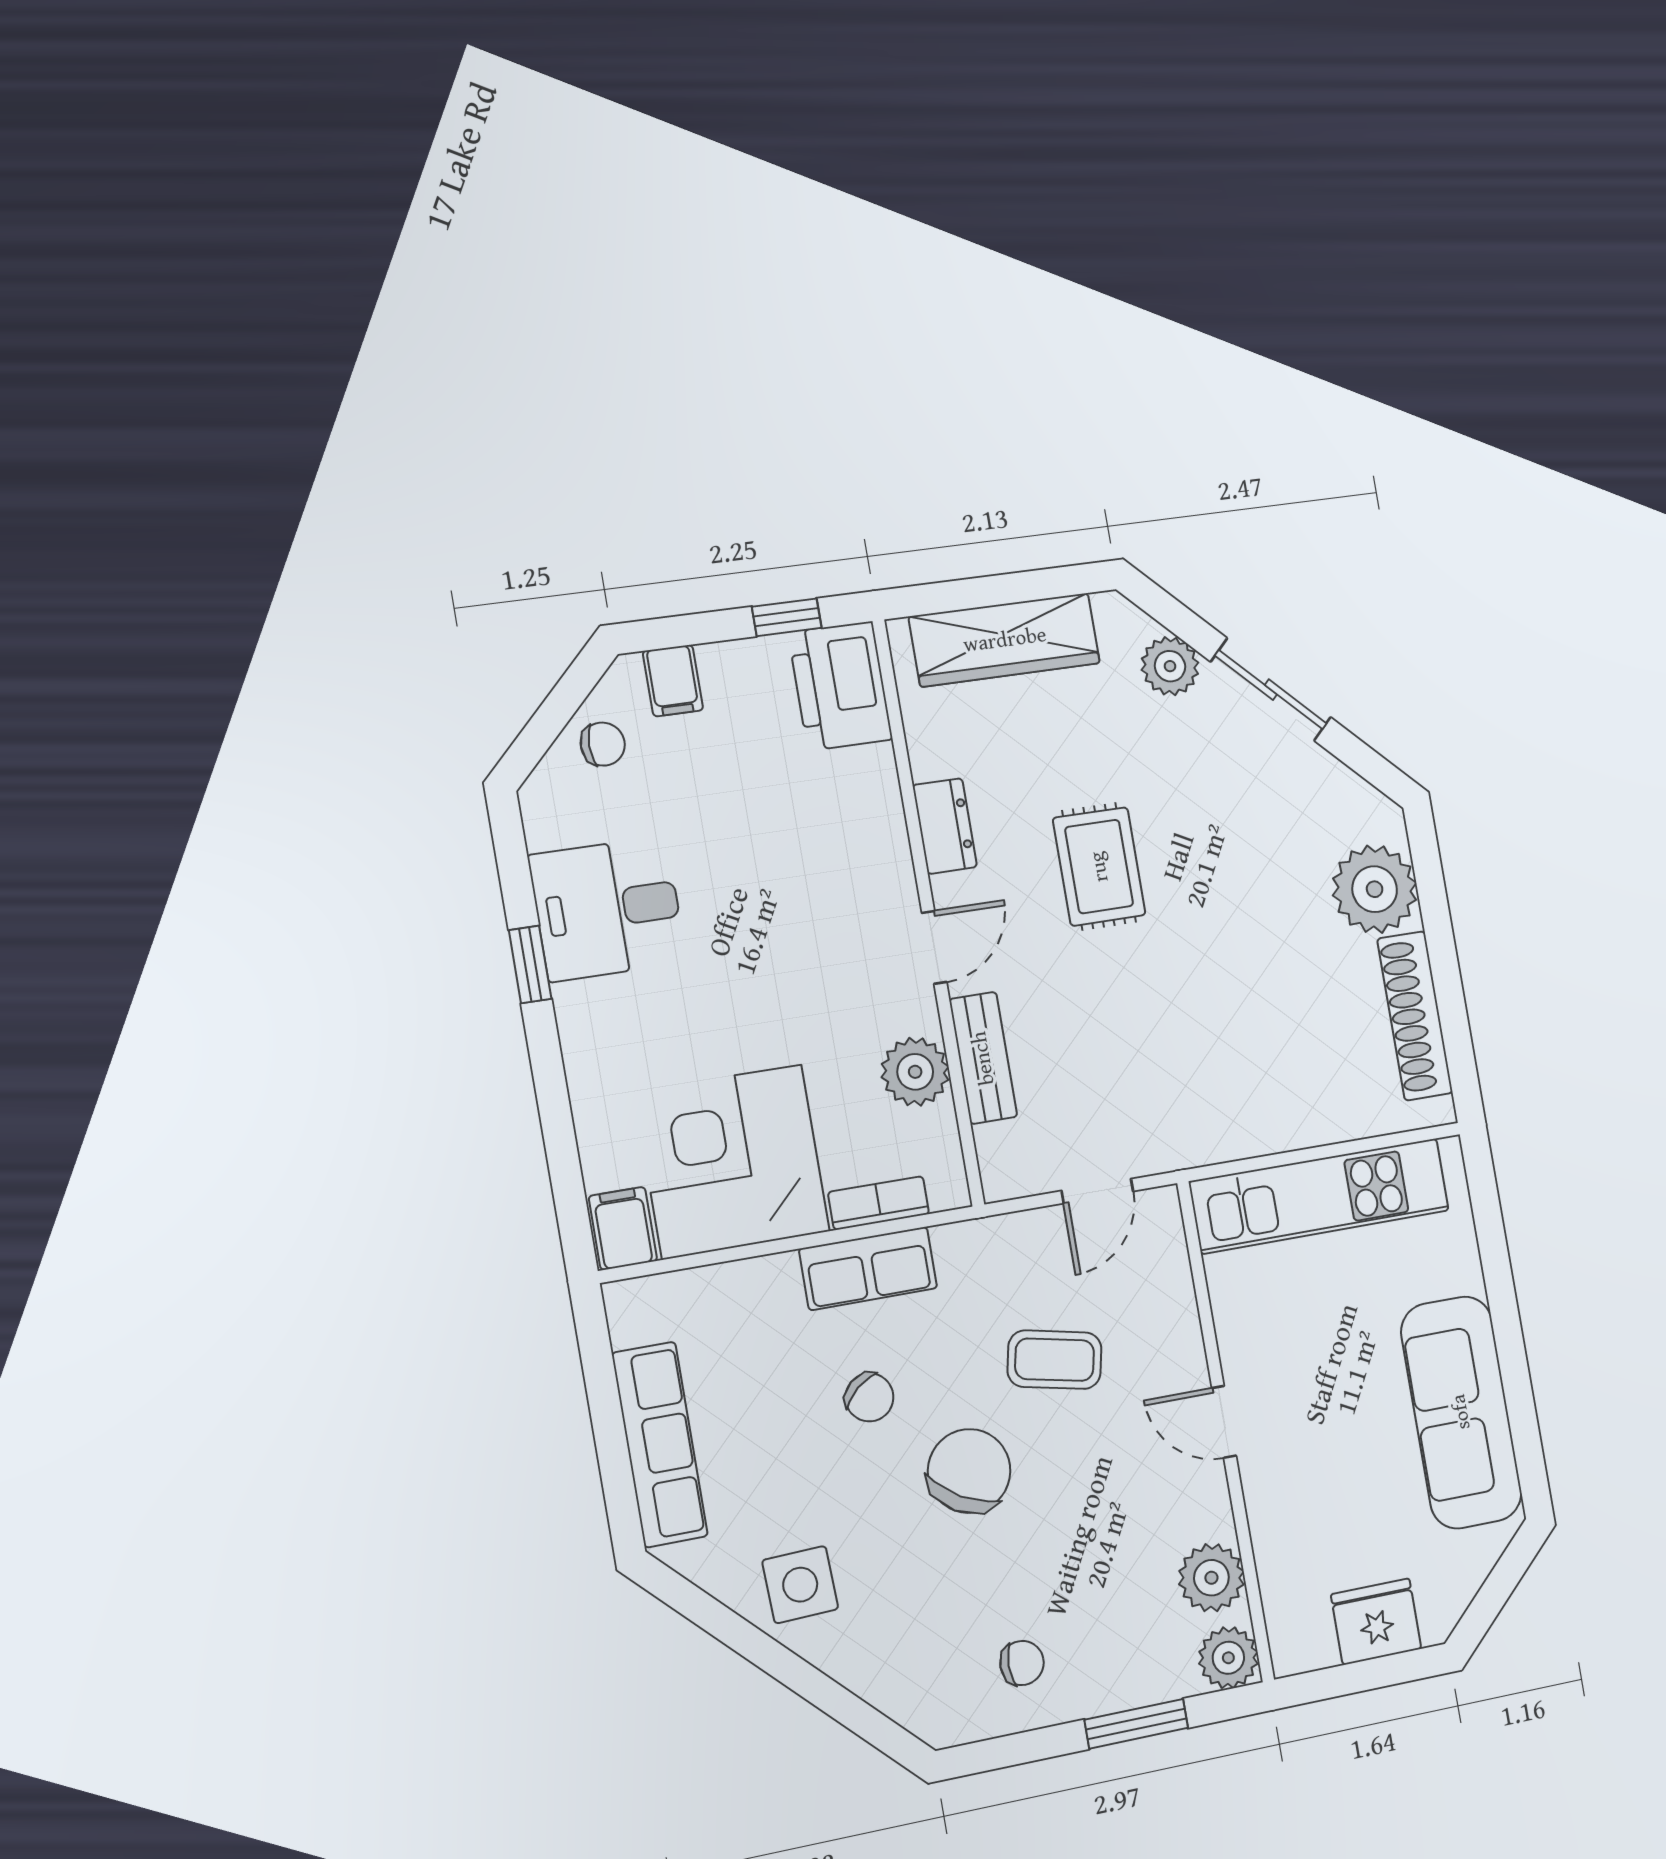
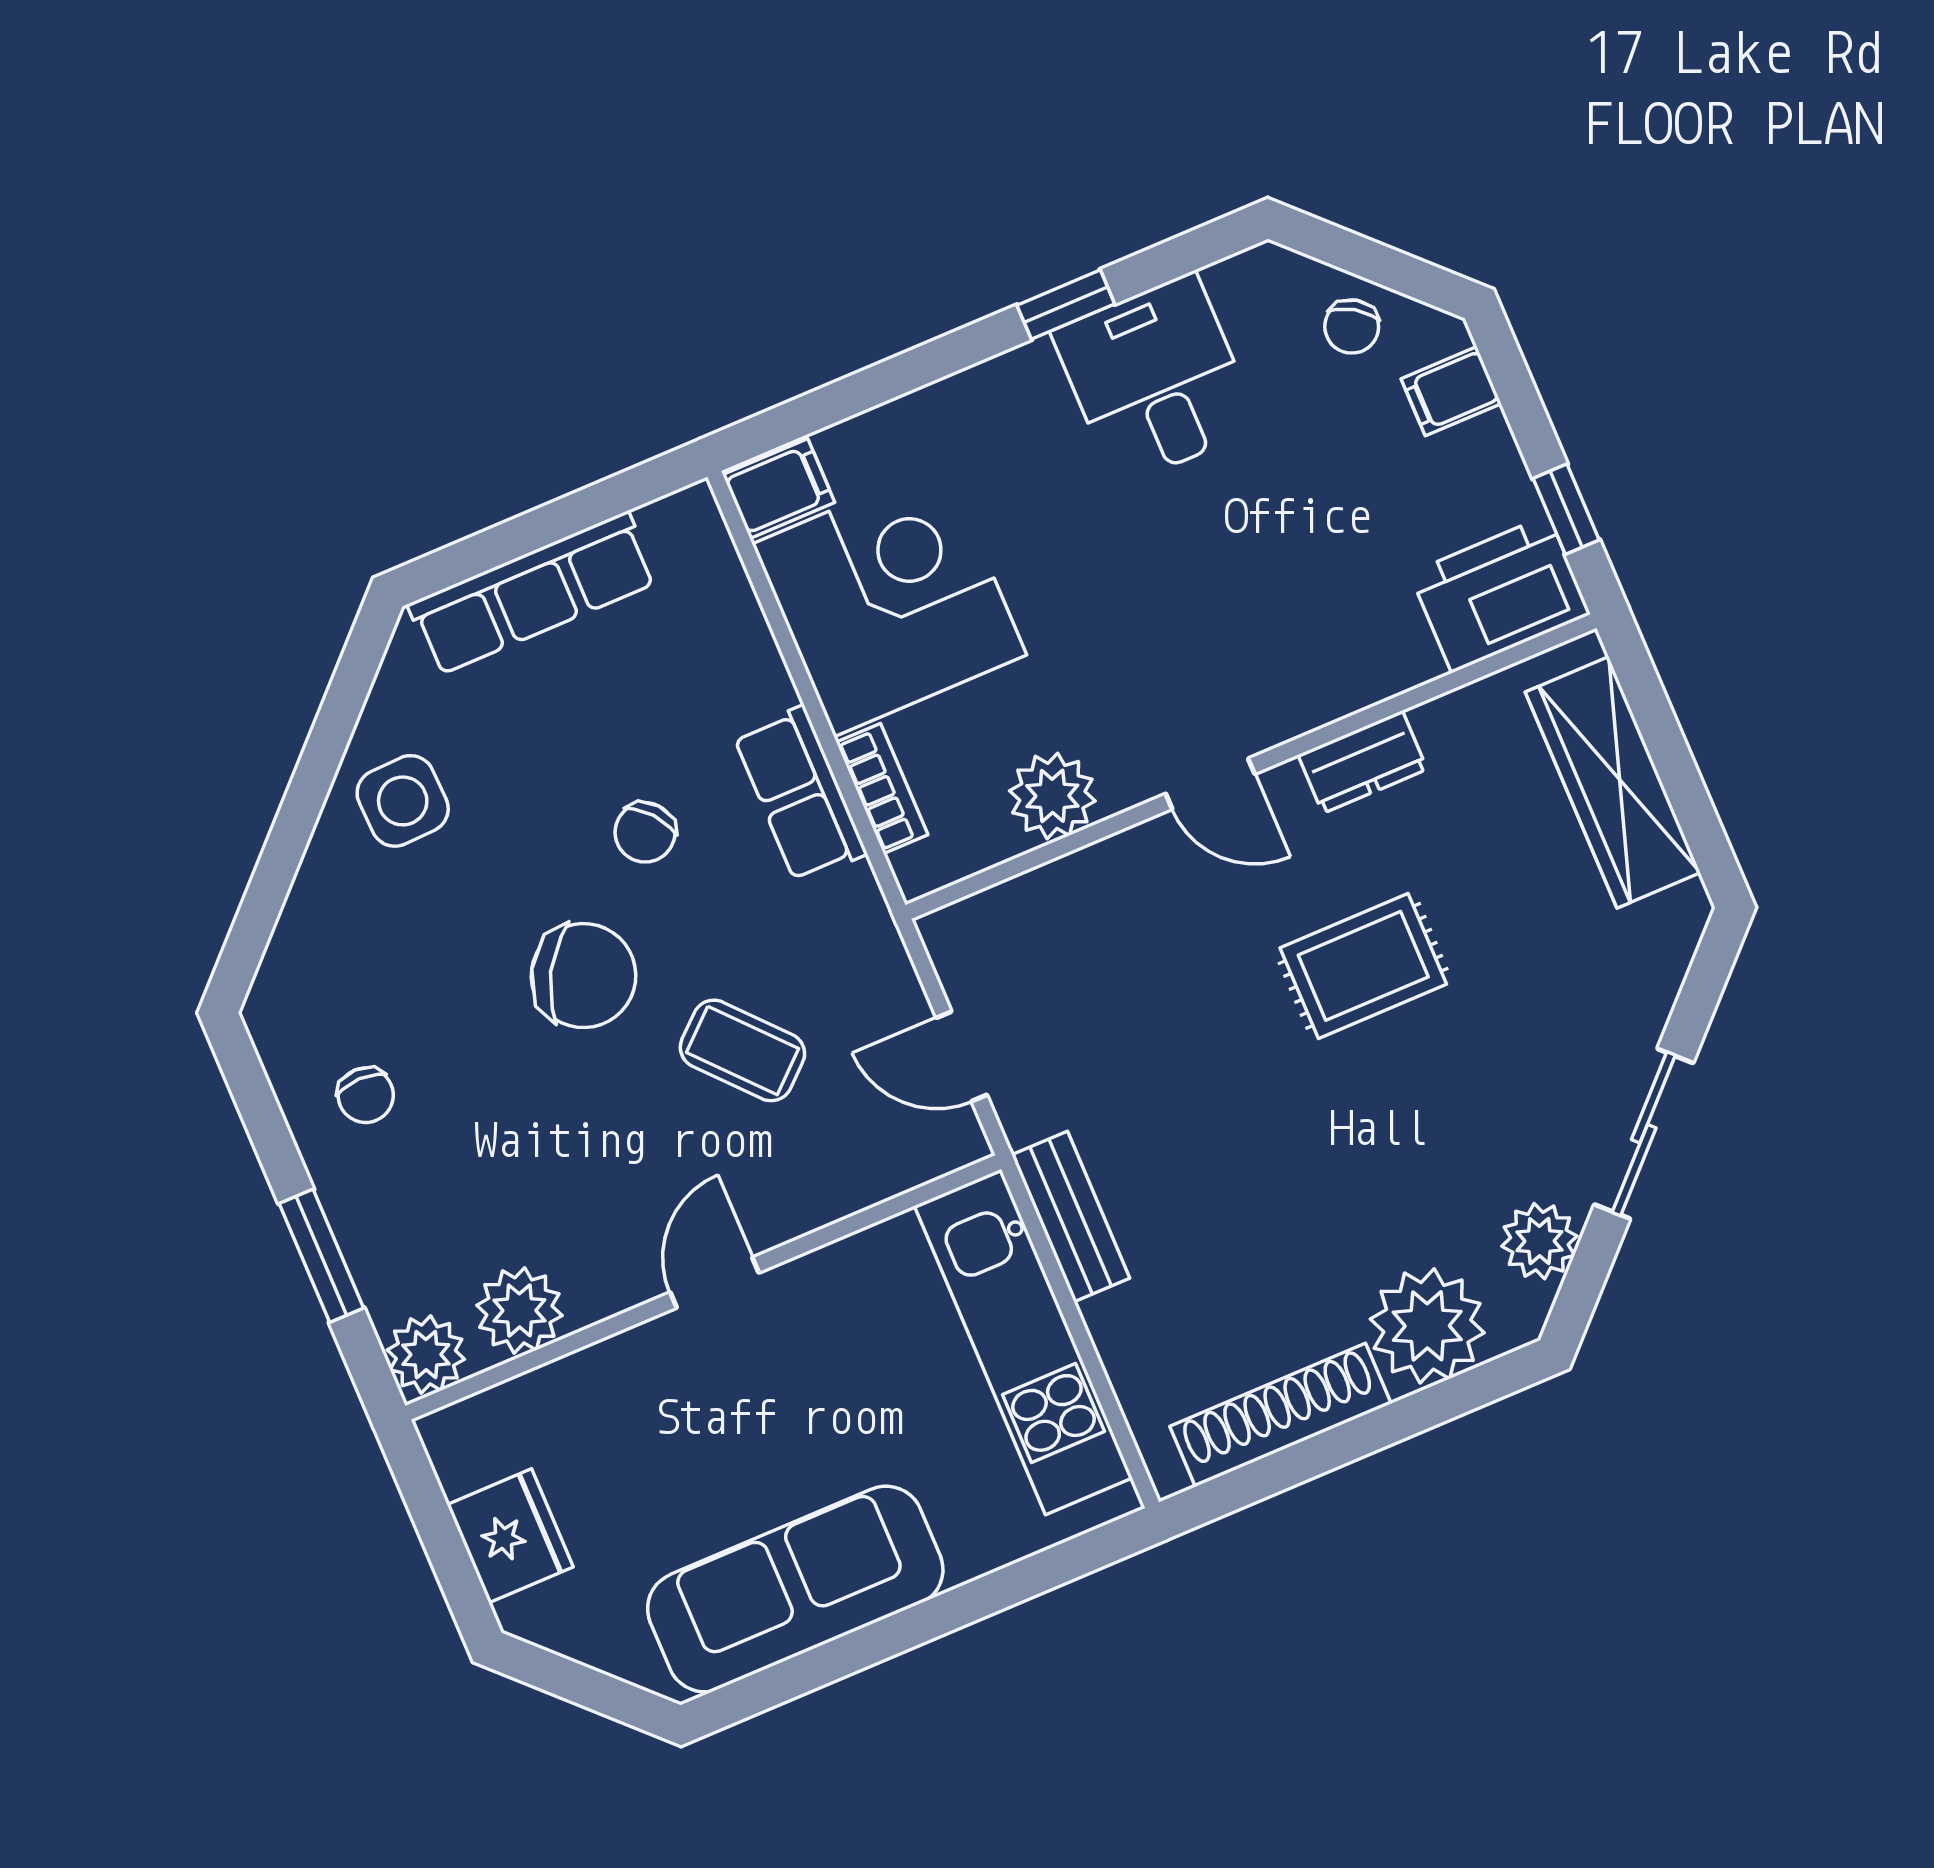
plant: (1170, 666) -> (1539, 1241), moved
chair: (603, 744) -> (1352, 326), turned 33
bench: (983, 1058) -> (1071, 1217), moved, turned 90
coffee table: (1055, 1360) -> (742, 1050), turned -54

